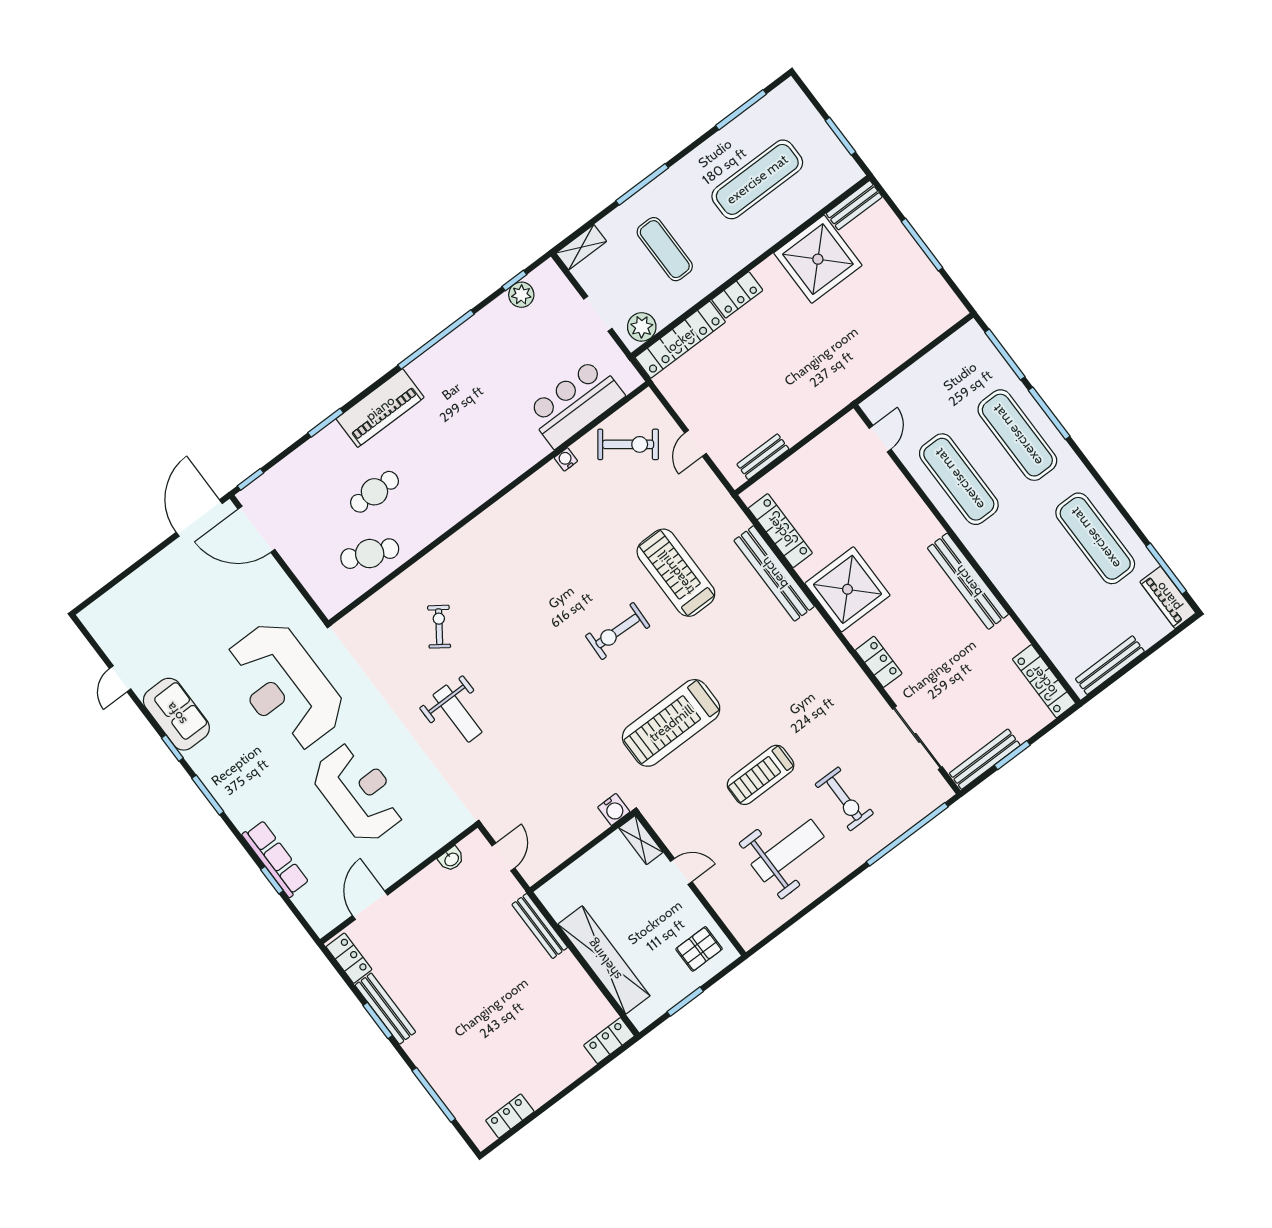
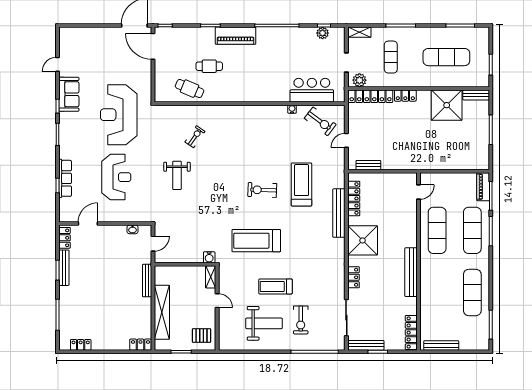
piano: (1168, 597) -> (483, 187), moved

